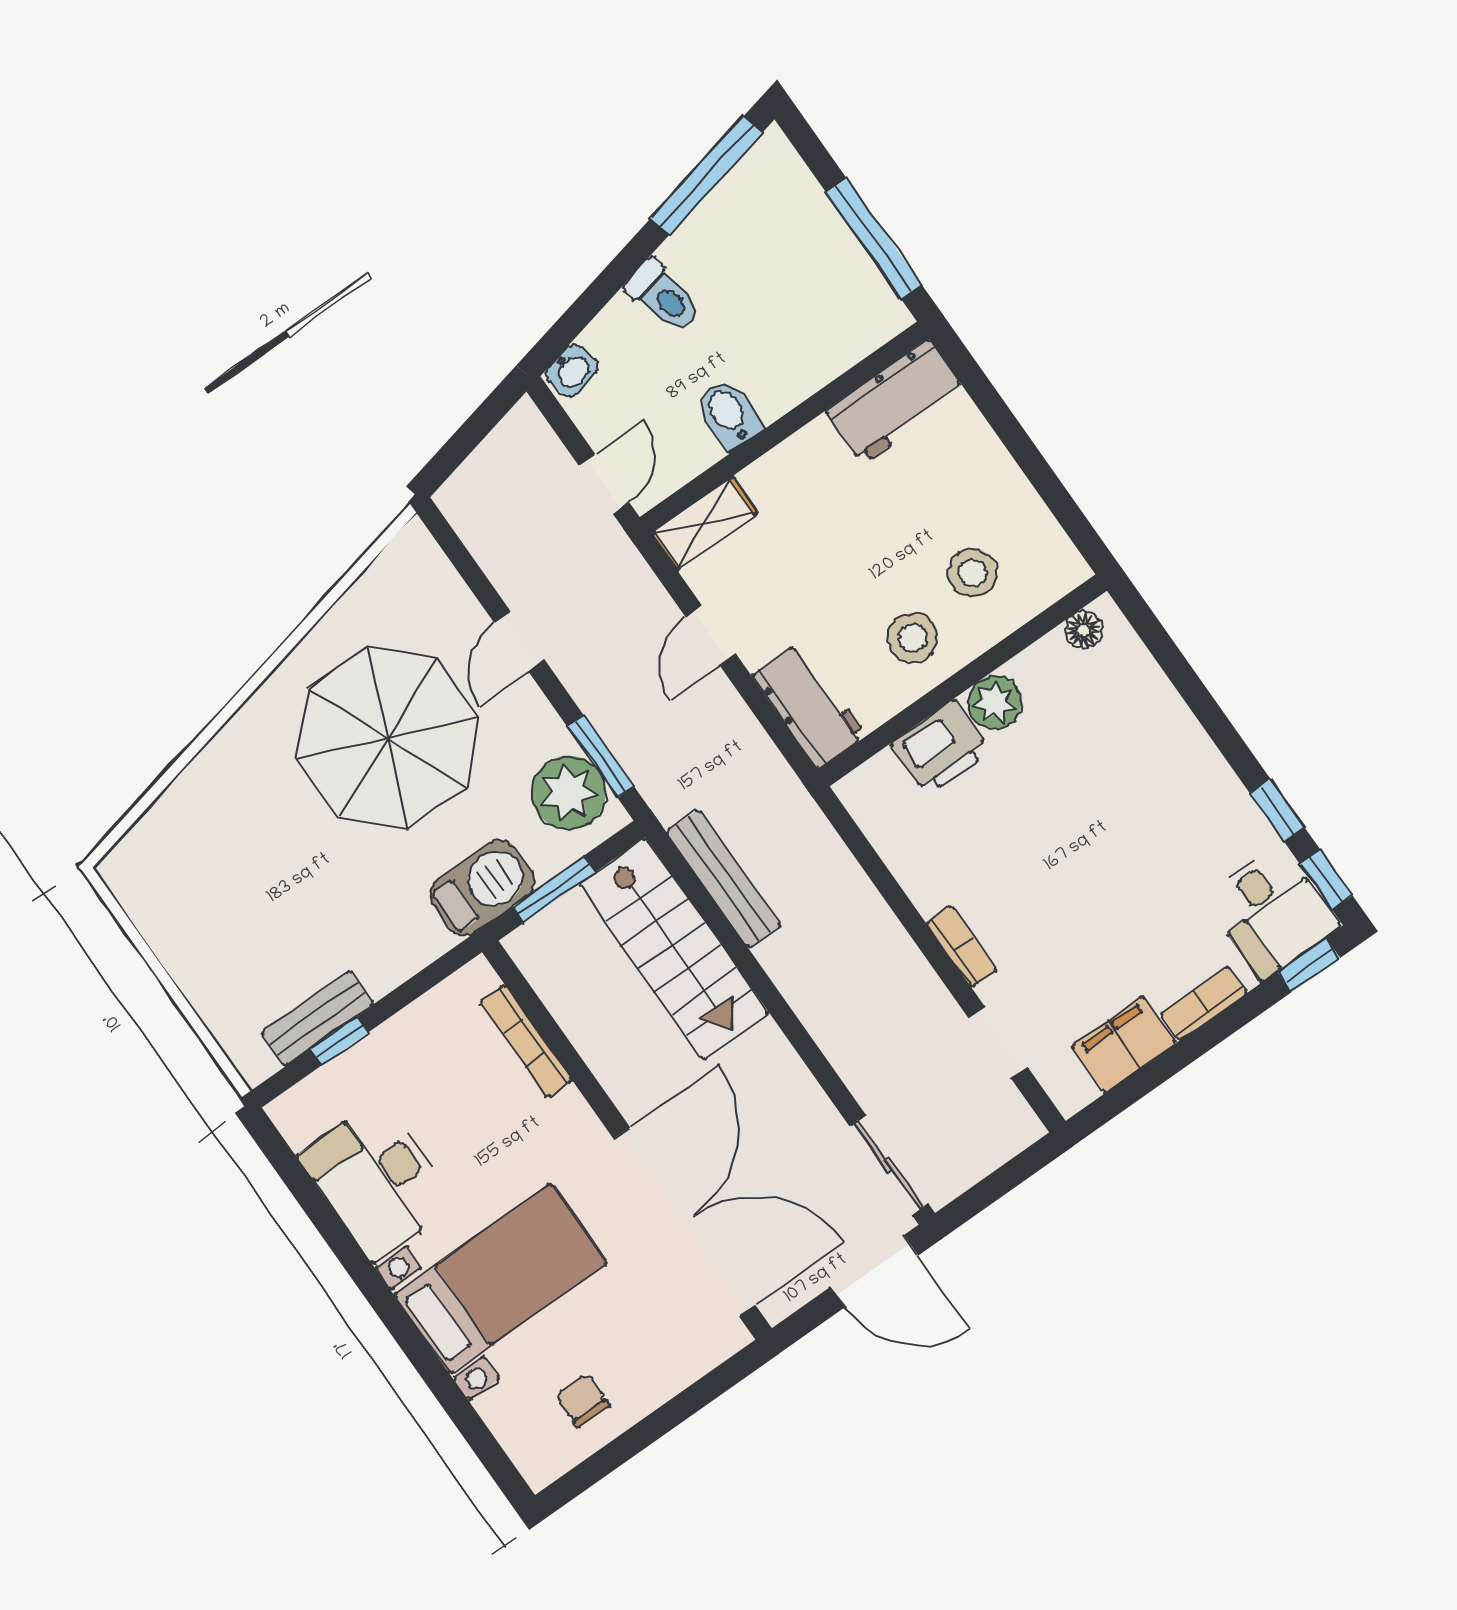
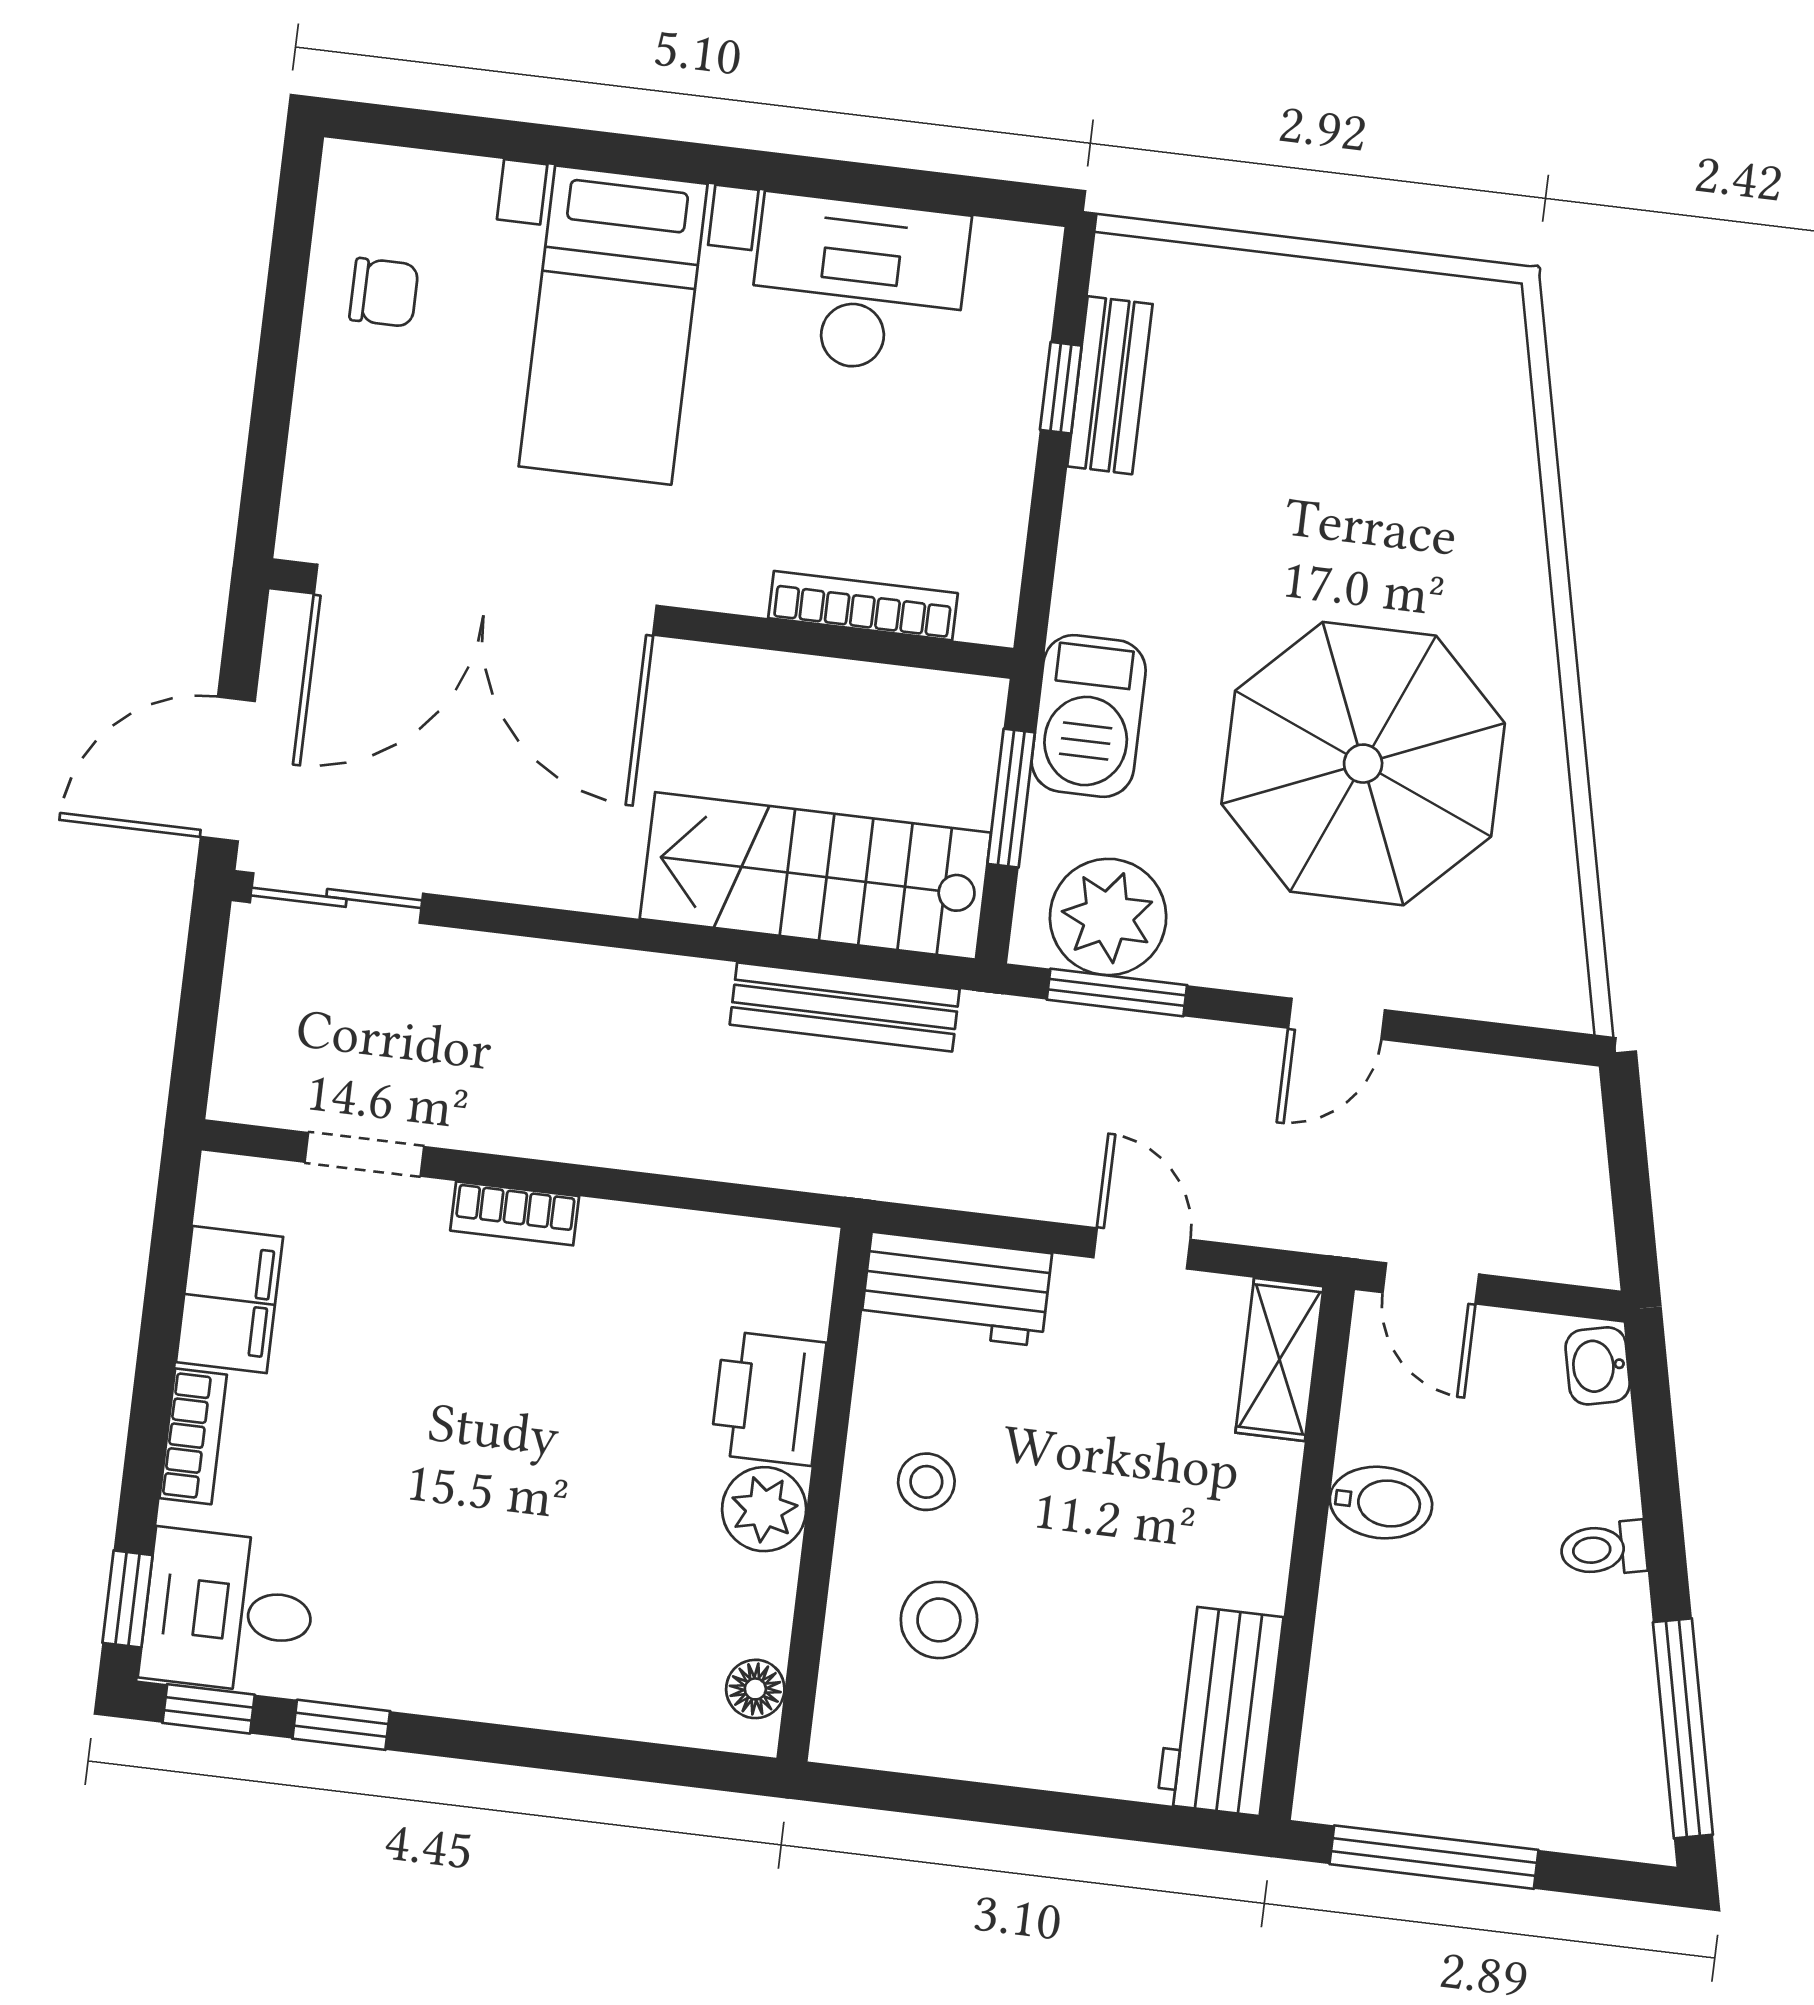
toilet: (663, 296) -> (1603, 1549), width x0.73, depth x0.72
stool: (913, 638) -> (926, 1482), width x0.73, depth x0.73
door: (519, 641) -> (1337, 1019), swing flipped

